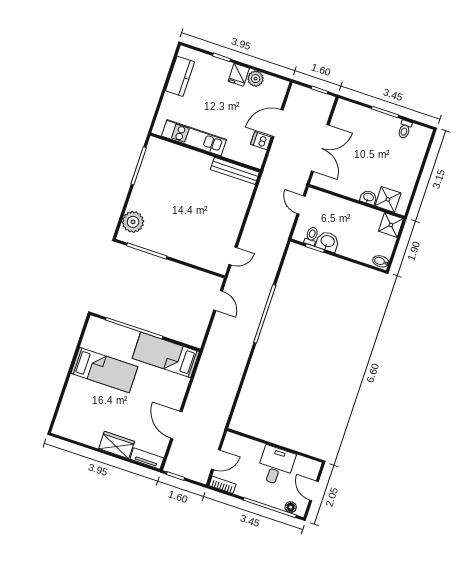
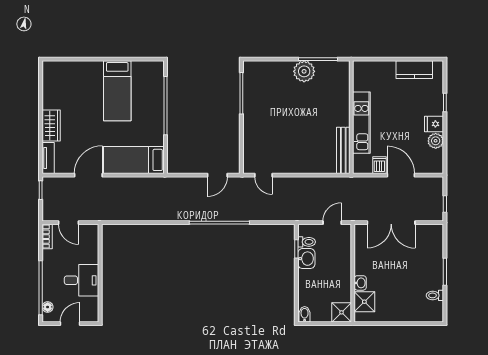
kitchen unit: (194, 138) -> (361, 123), moved
plant: (133, 222) -> (304, 71), moved
bed: (166, 355) -> (134, 160), moved, turned -90

